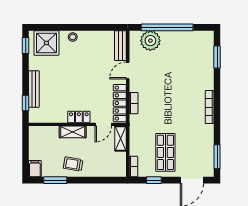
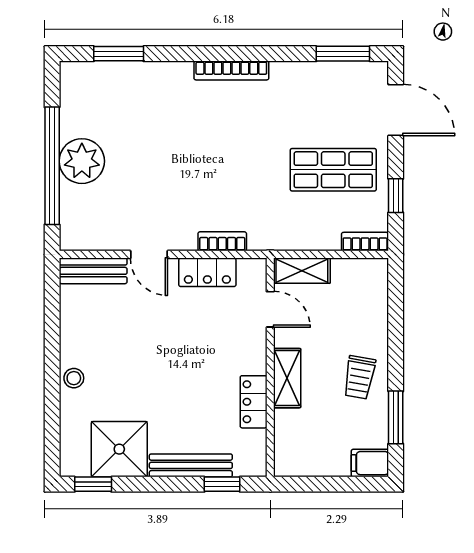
plant: (150, 41) -> (82, 161), moved
shower: (46, 43) -> (119, 449), moved
locker: (120, 103) -> (207, 272), width x0.66
locker: (79, 117) -> (254, 402), moved

